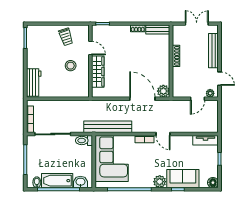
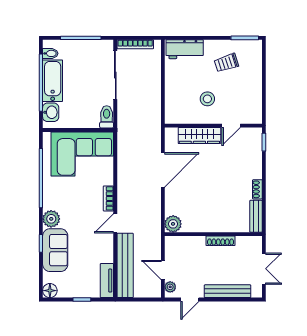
trolley: (66, 37) -> (226, 63), moved
door: (142, 99) -> (163, 170), moved
bench: (108, 127) -> (125, 265), moved

